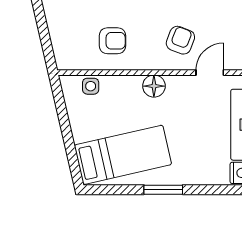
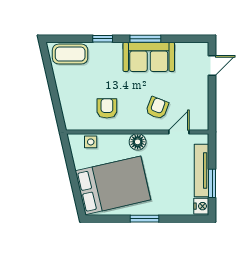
armchair: (112, 41) -> (107, 108), turned -90
bed: (123, 155) -> (113, 185), width x1.50

